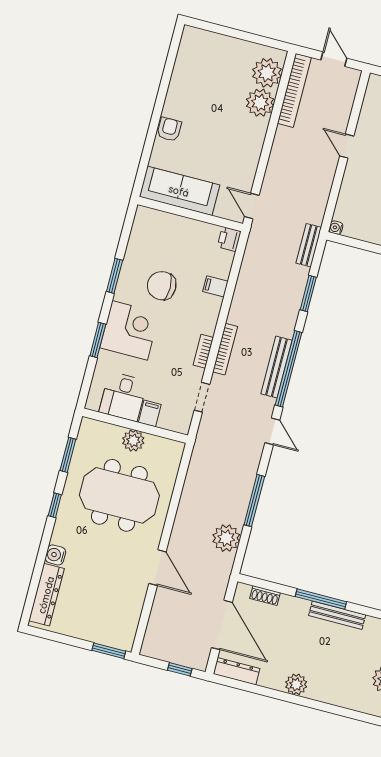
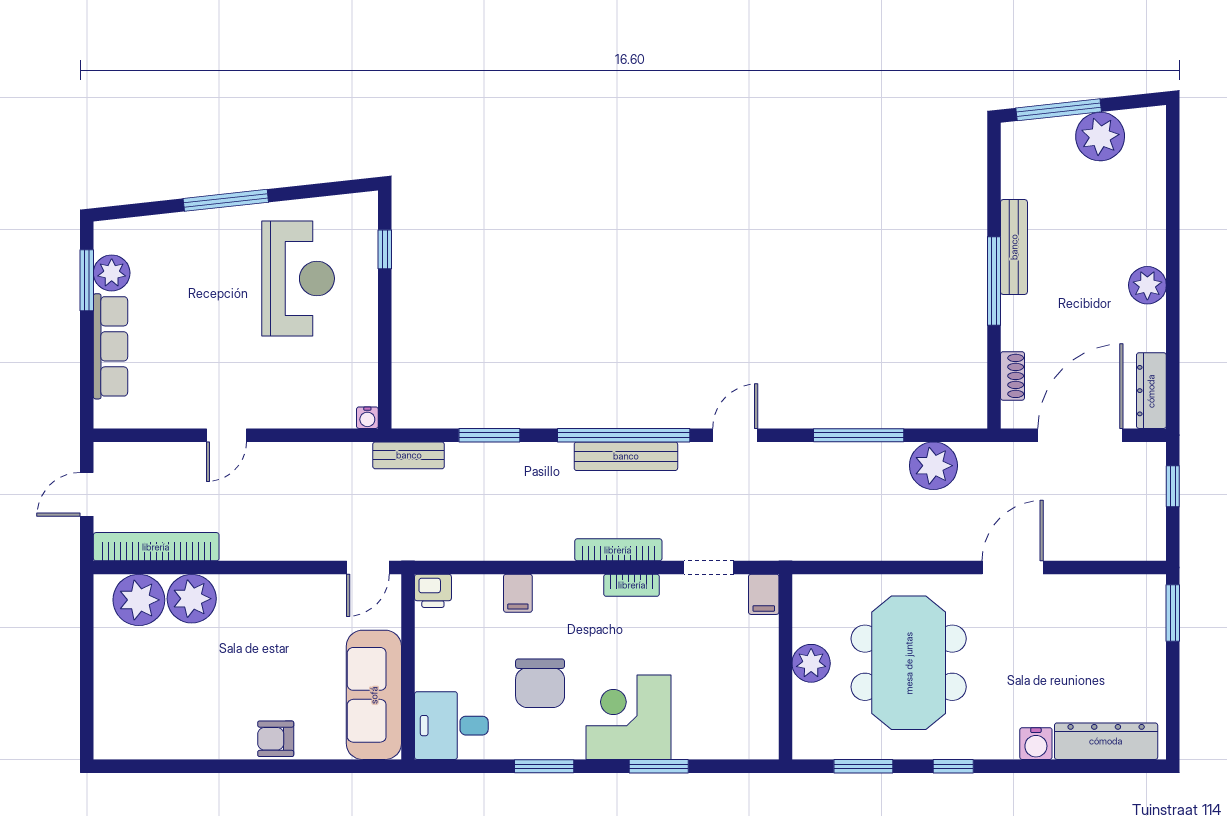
desk: (123, 397) -> (451, 726), moved, turned 180
filing cabinet: (150, 413) -> (764, 594), moved, turned -90

